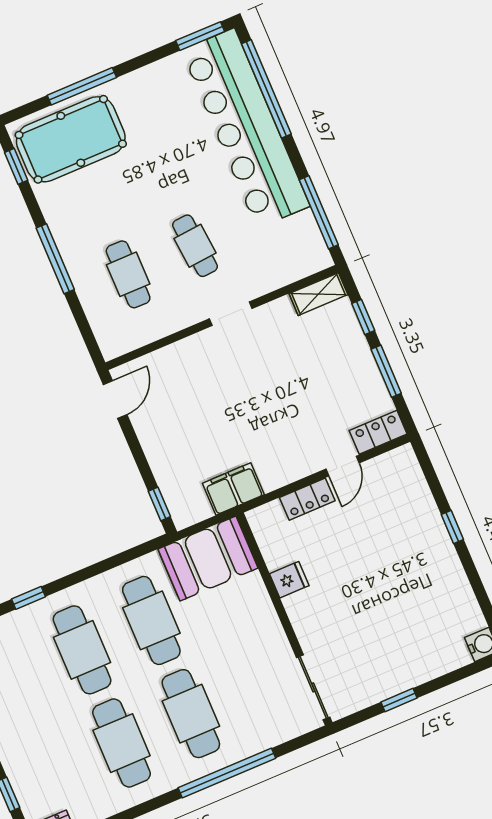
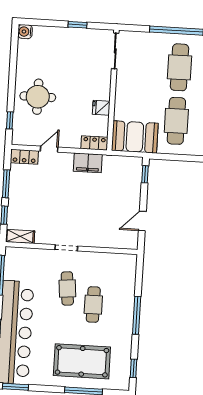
pool table: (71, 139) -> (82, 361), moved
cafe table: (128, 274) -> (93, 305), moved
door: (115, 400) -> (142, 221), moved
filing cabinet: (233, 489) -> (88, 163), moved
locker: (307, 499) -> (94, 143), moved
window: (452, 527) -> (10, 120), moved
round table: (406, 545) -> (38, 97), added

